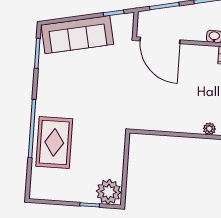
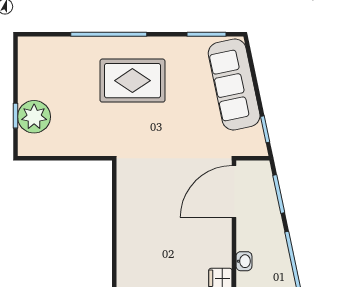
plant: (209, 129) -> (125, 263), removed
rug: (54, 142) -> (132, 81), moved
plant: (109, 192) -> (34, 117), moved

